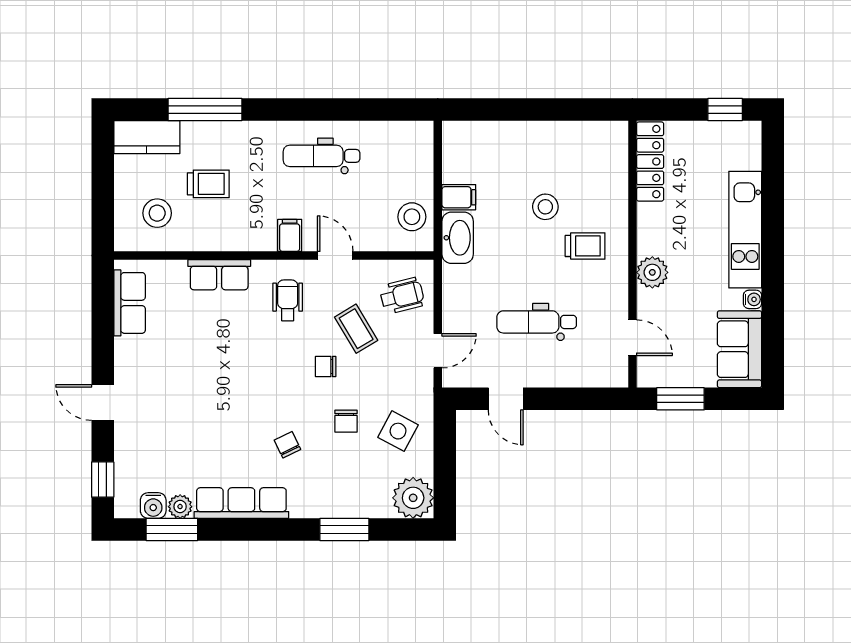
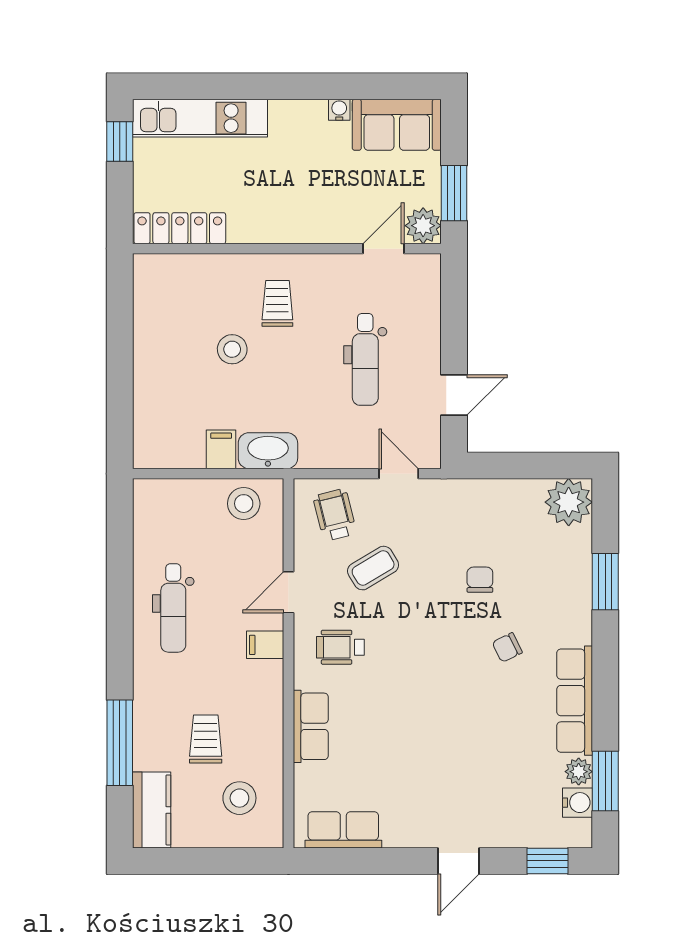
kitchen unit: (745, 230) -> (200, 118), moved
plant: (652, 272) -> (423, 226), moved
chair: (326, 366) -> (417, 603), removed
chair: (346, 421) -> (480, 580), turned -90
side table: (398, 431) -> (491, 520), removed

